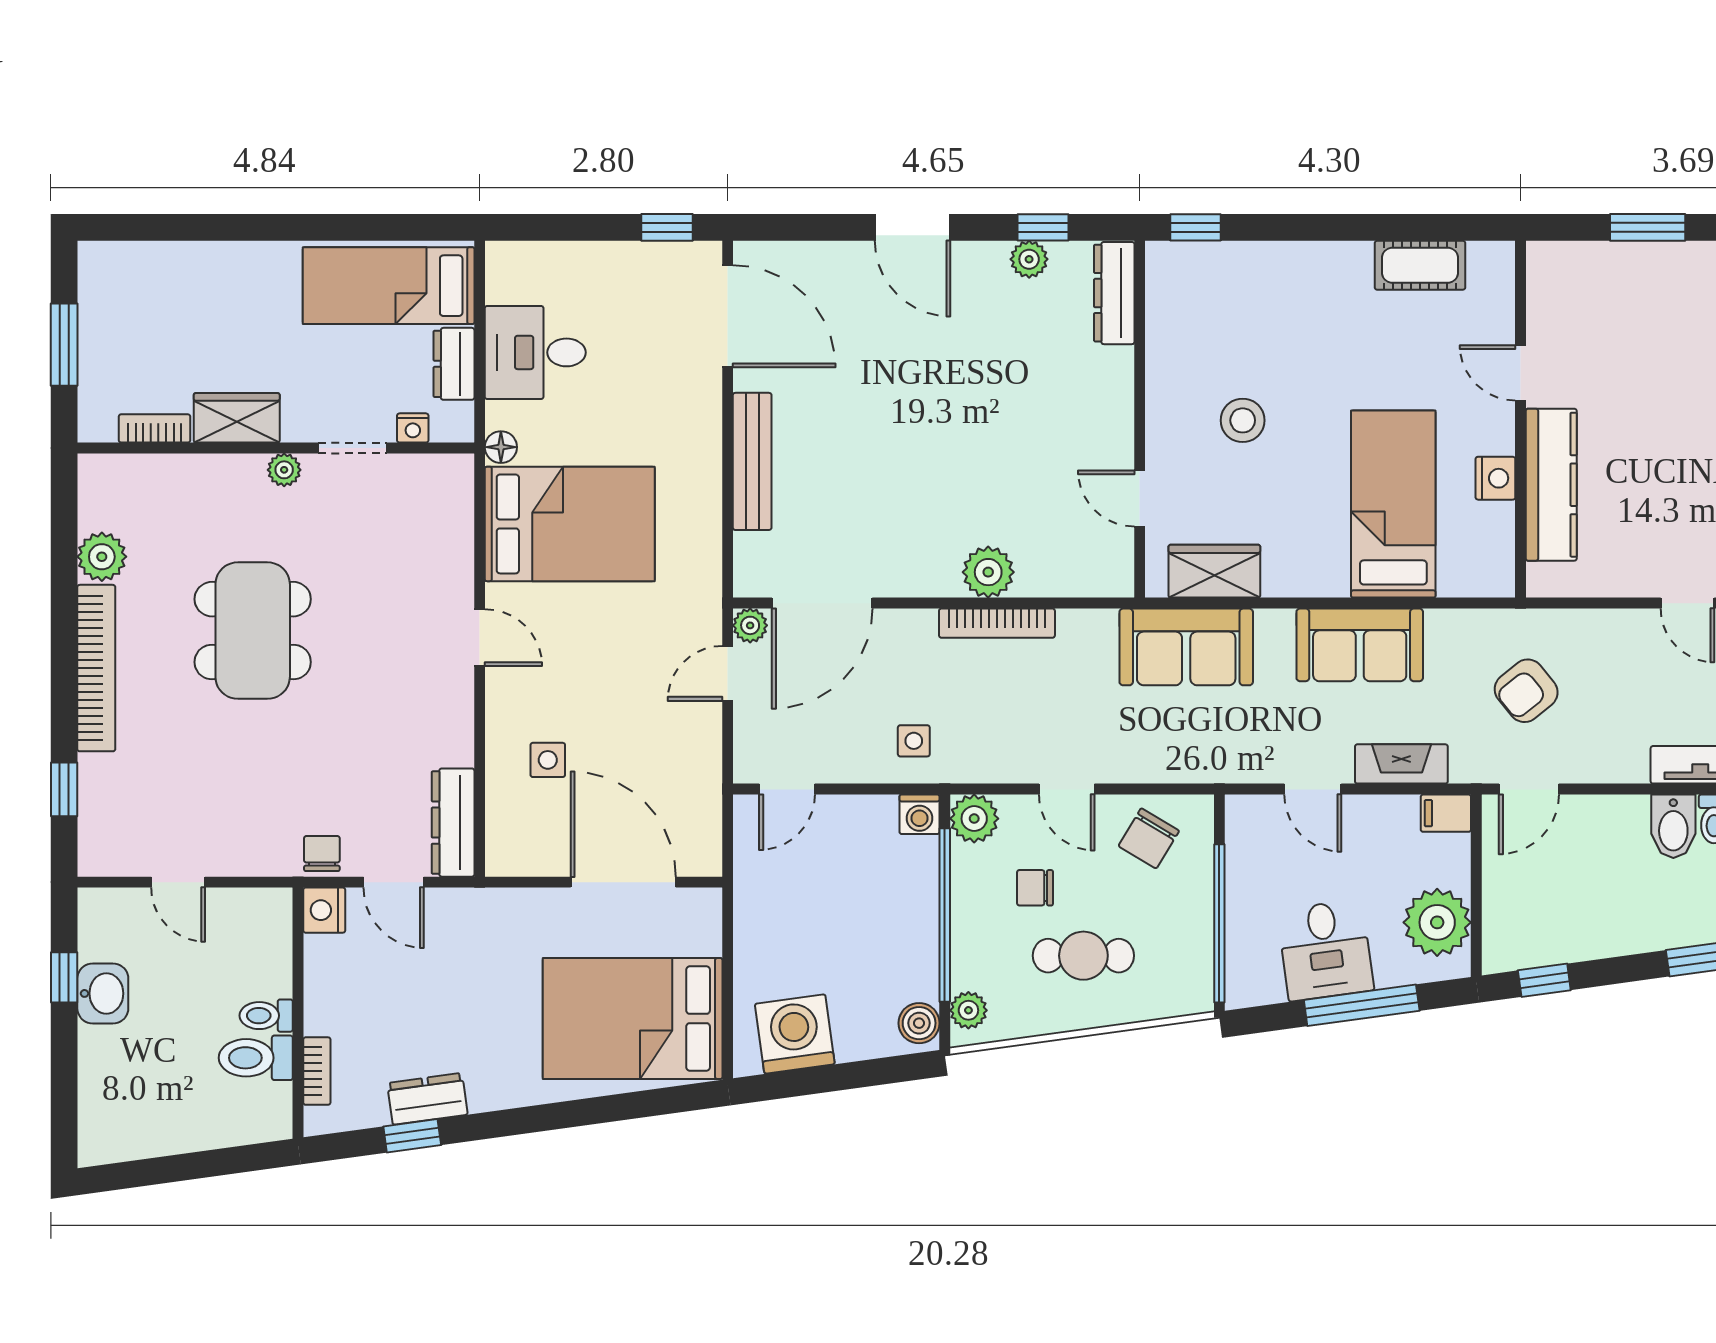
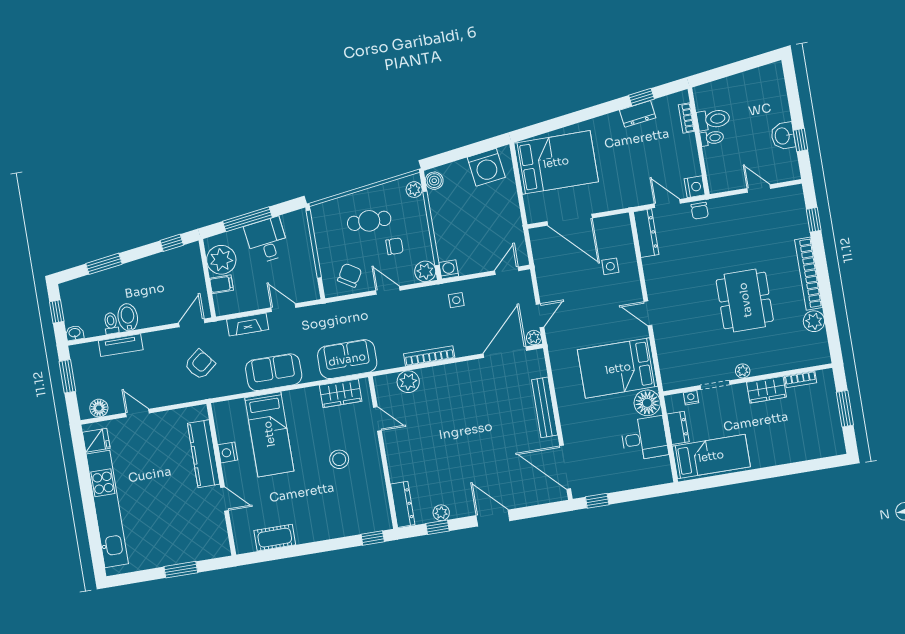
floor lamp: (501, 447) -> (647, 403), width x1.89, depth x1.89
plant: (988, 572) -> (408, 382), moved
filing cabinet: (1446, 813) -> (222, 284), moved

